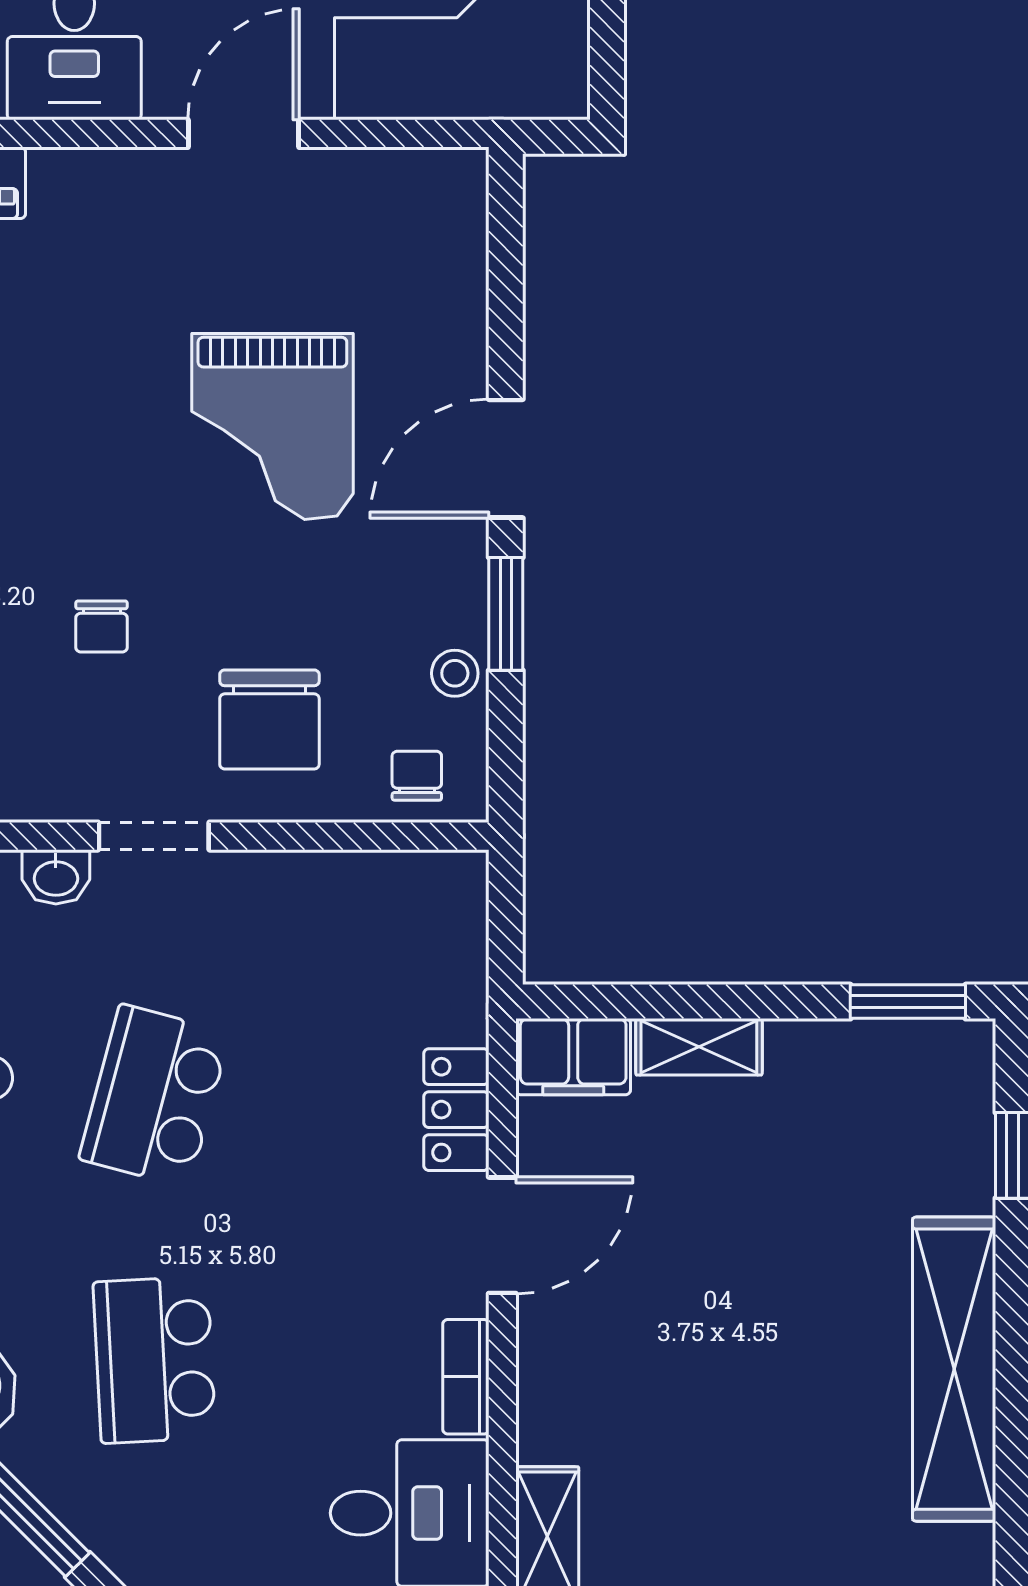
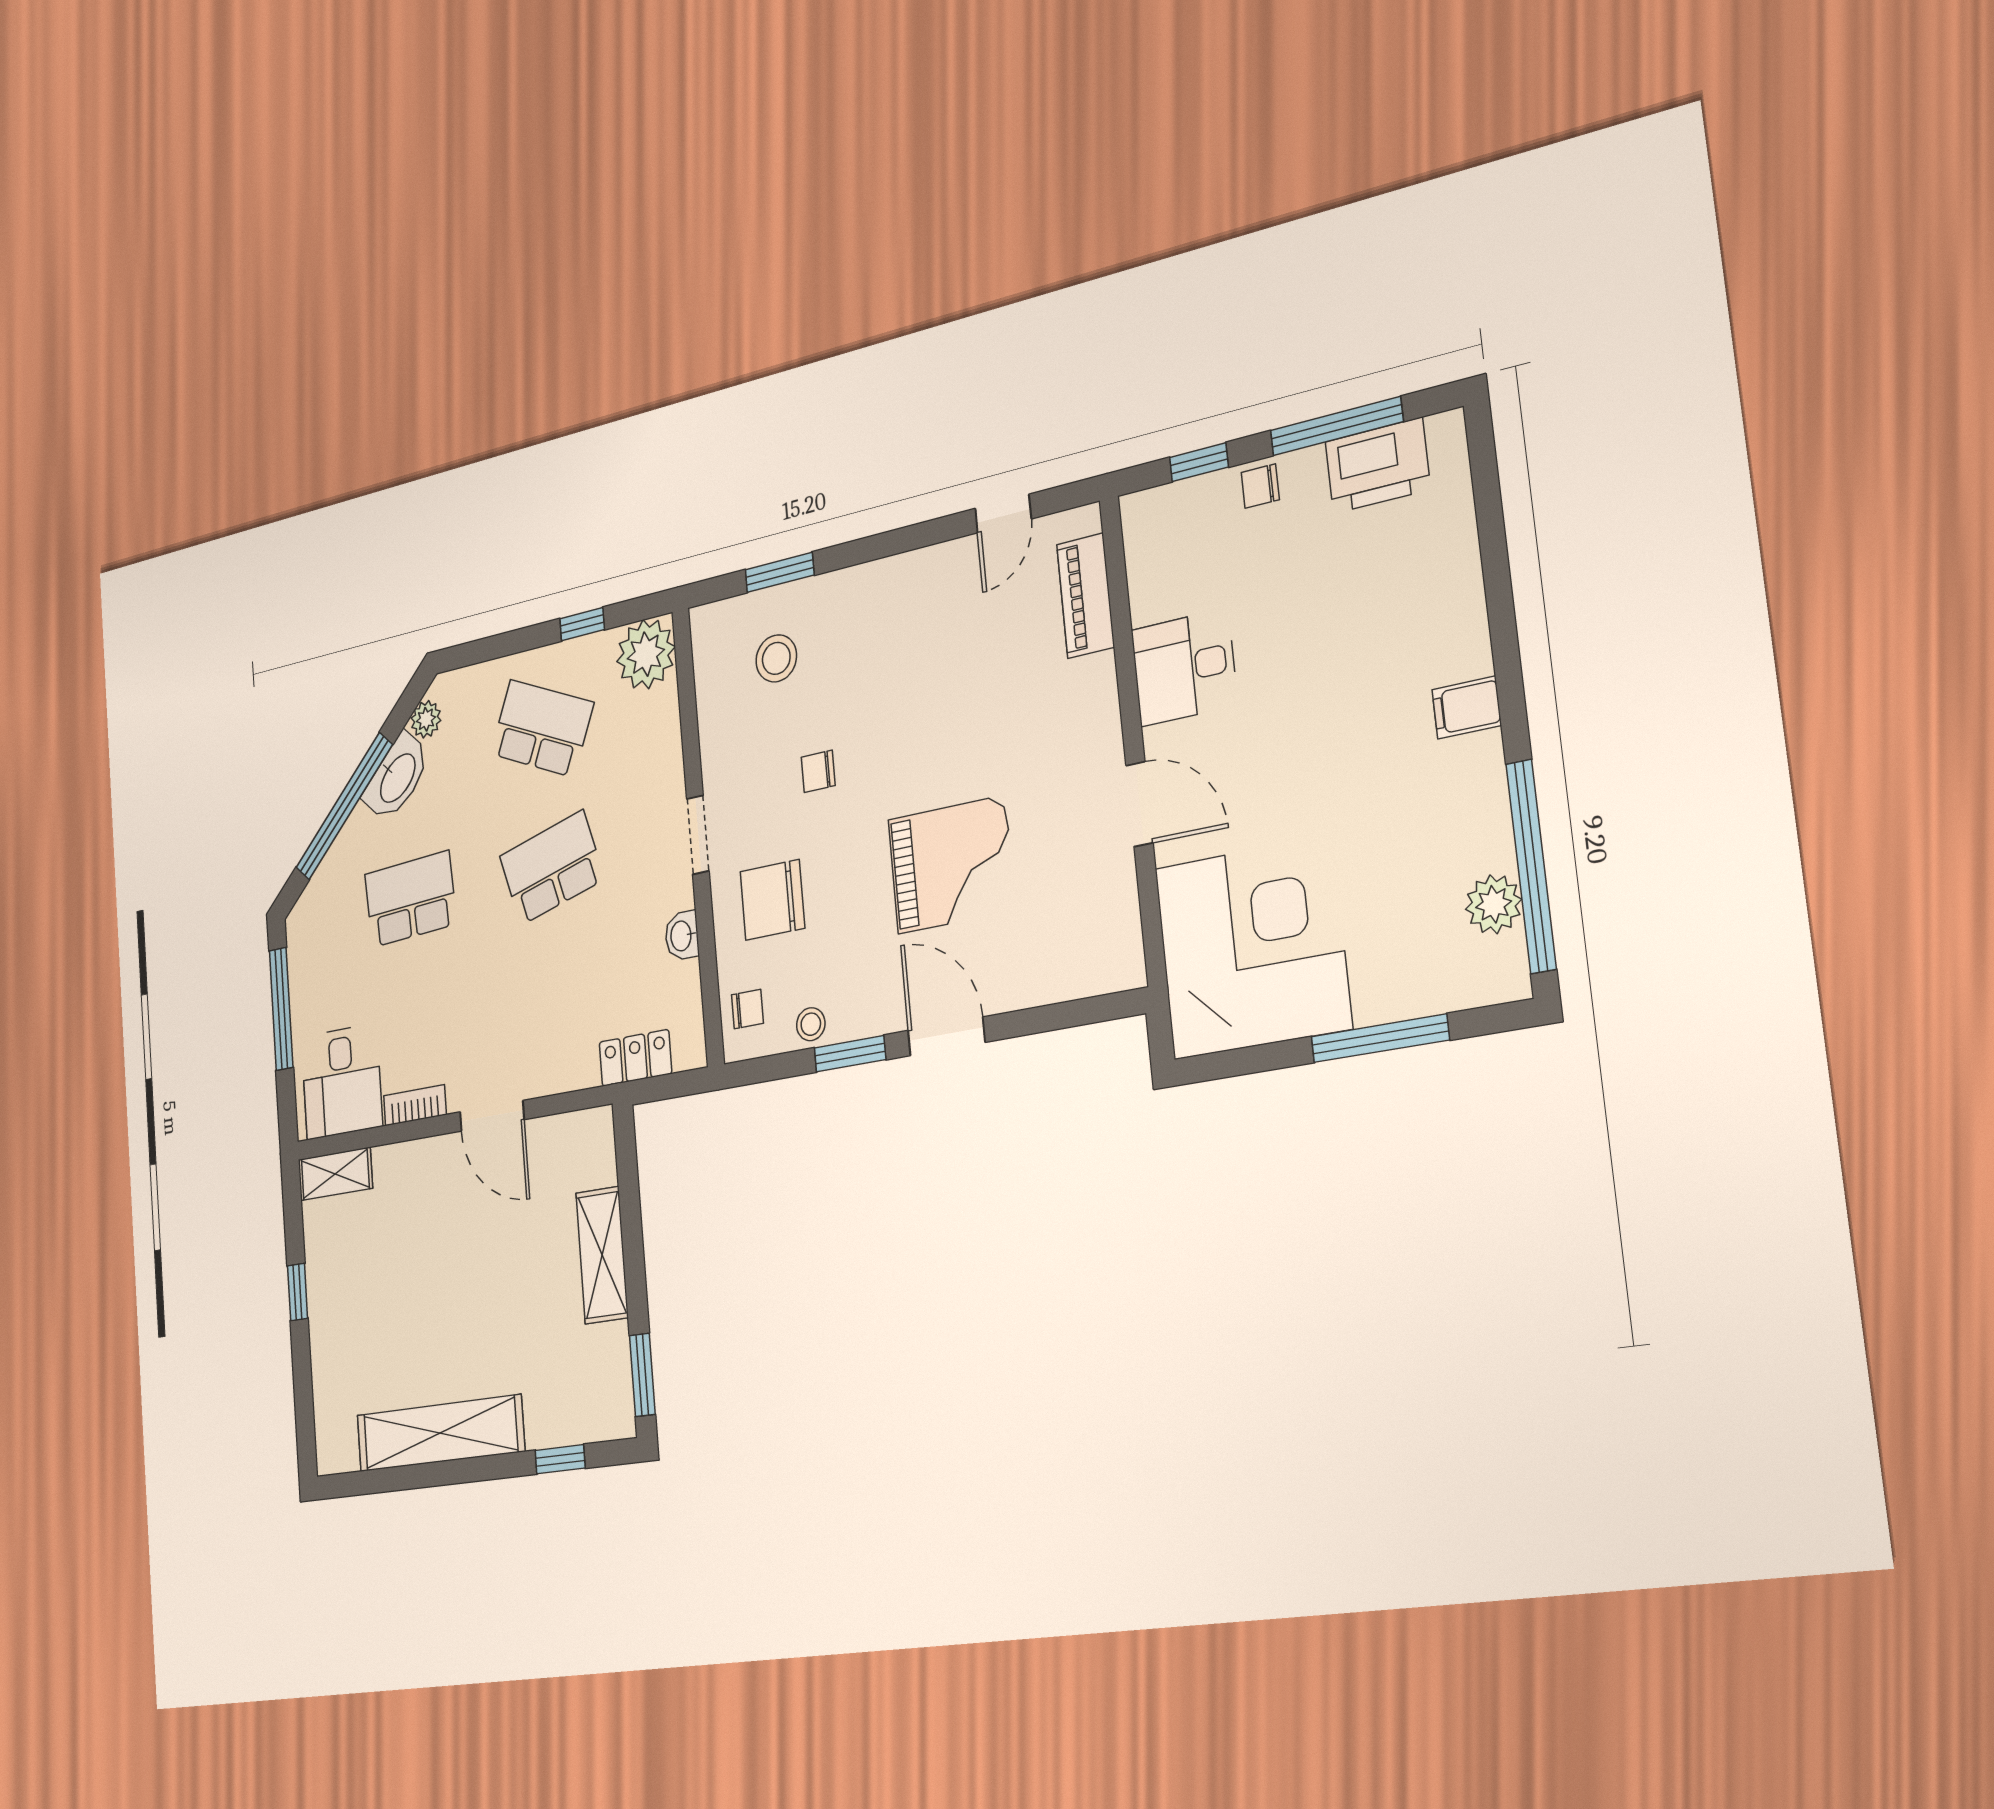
grand piano: (272, 427) -> (951, 865), turned 180
washbasin: (56, 877) -> (682, 936), moved
shelving: (699, 1047) -> (602, 1255), width x1.50, depth x1.33
filing cabinet: (573, 1057) -> (594, 1147), removed
school desk: (154, 1096) -> (552, 868), turned -30
locker: (456, 1110) -> (635, 1058), moved

